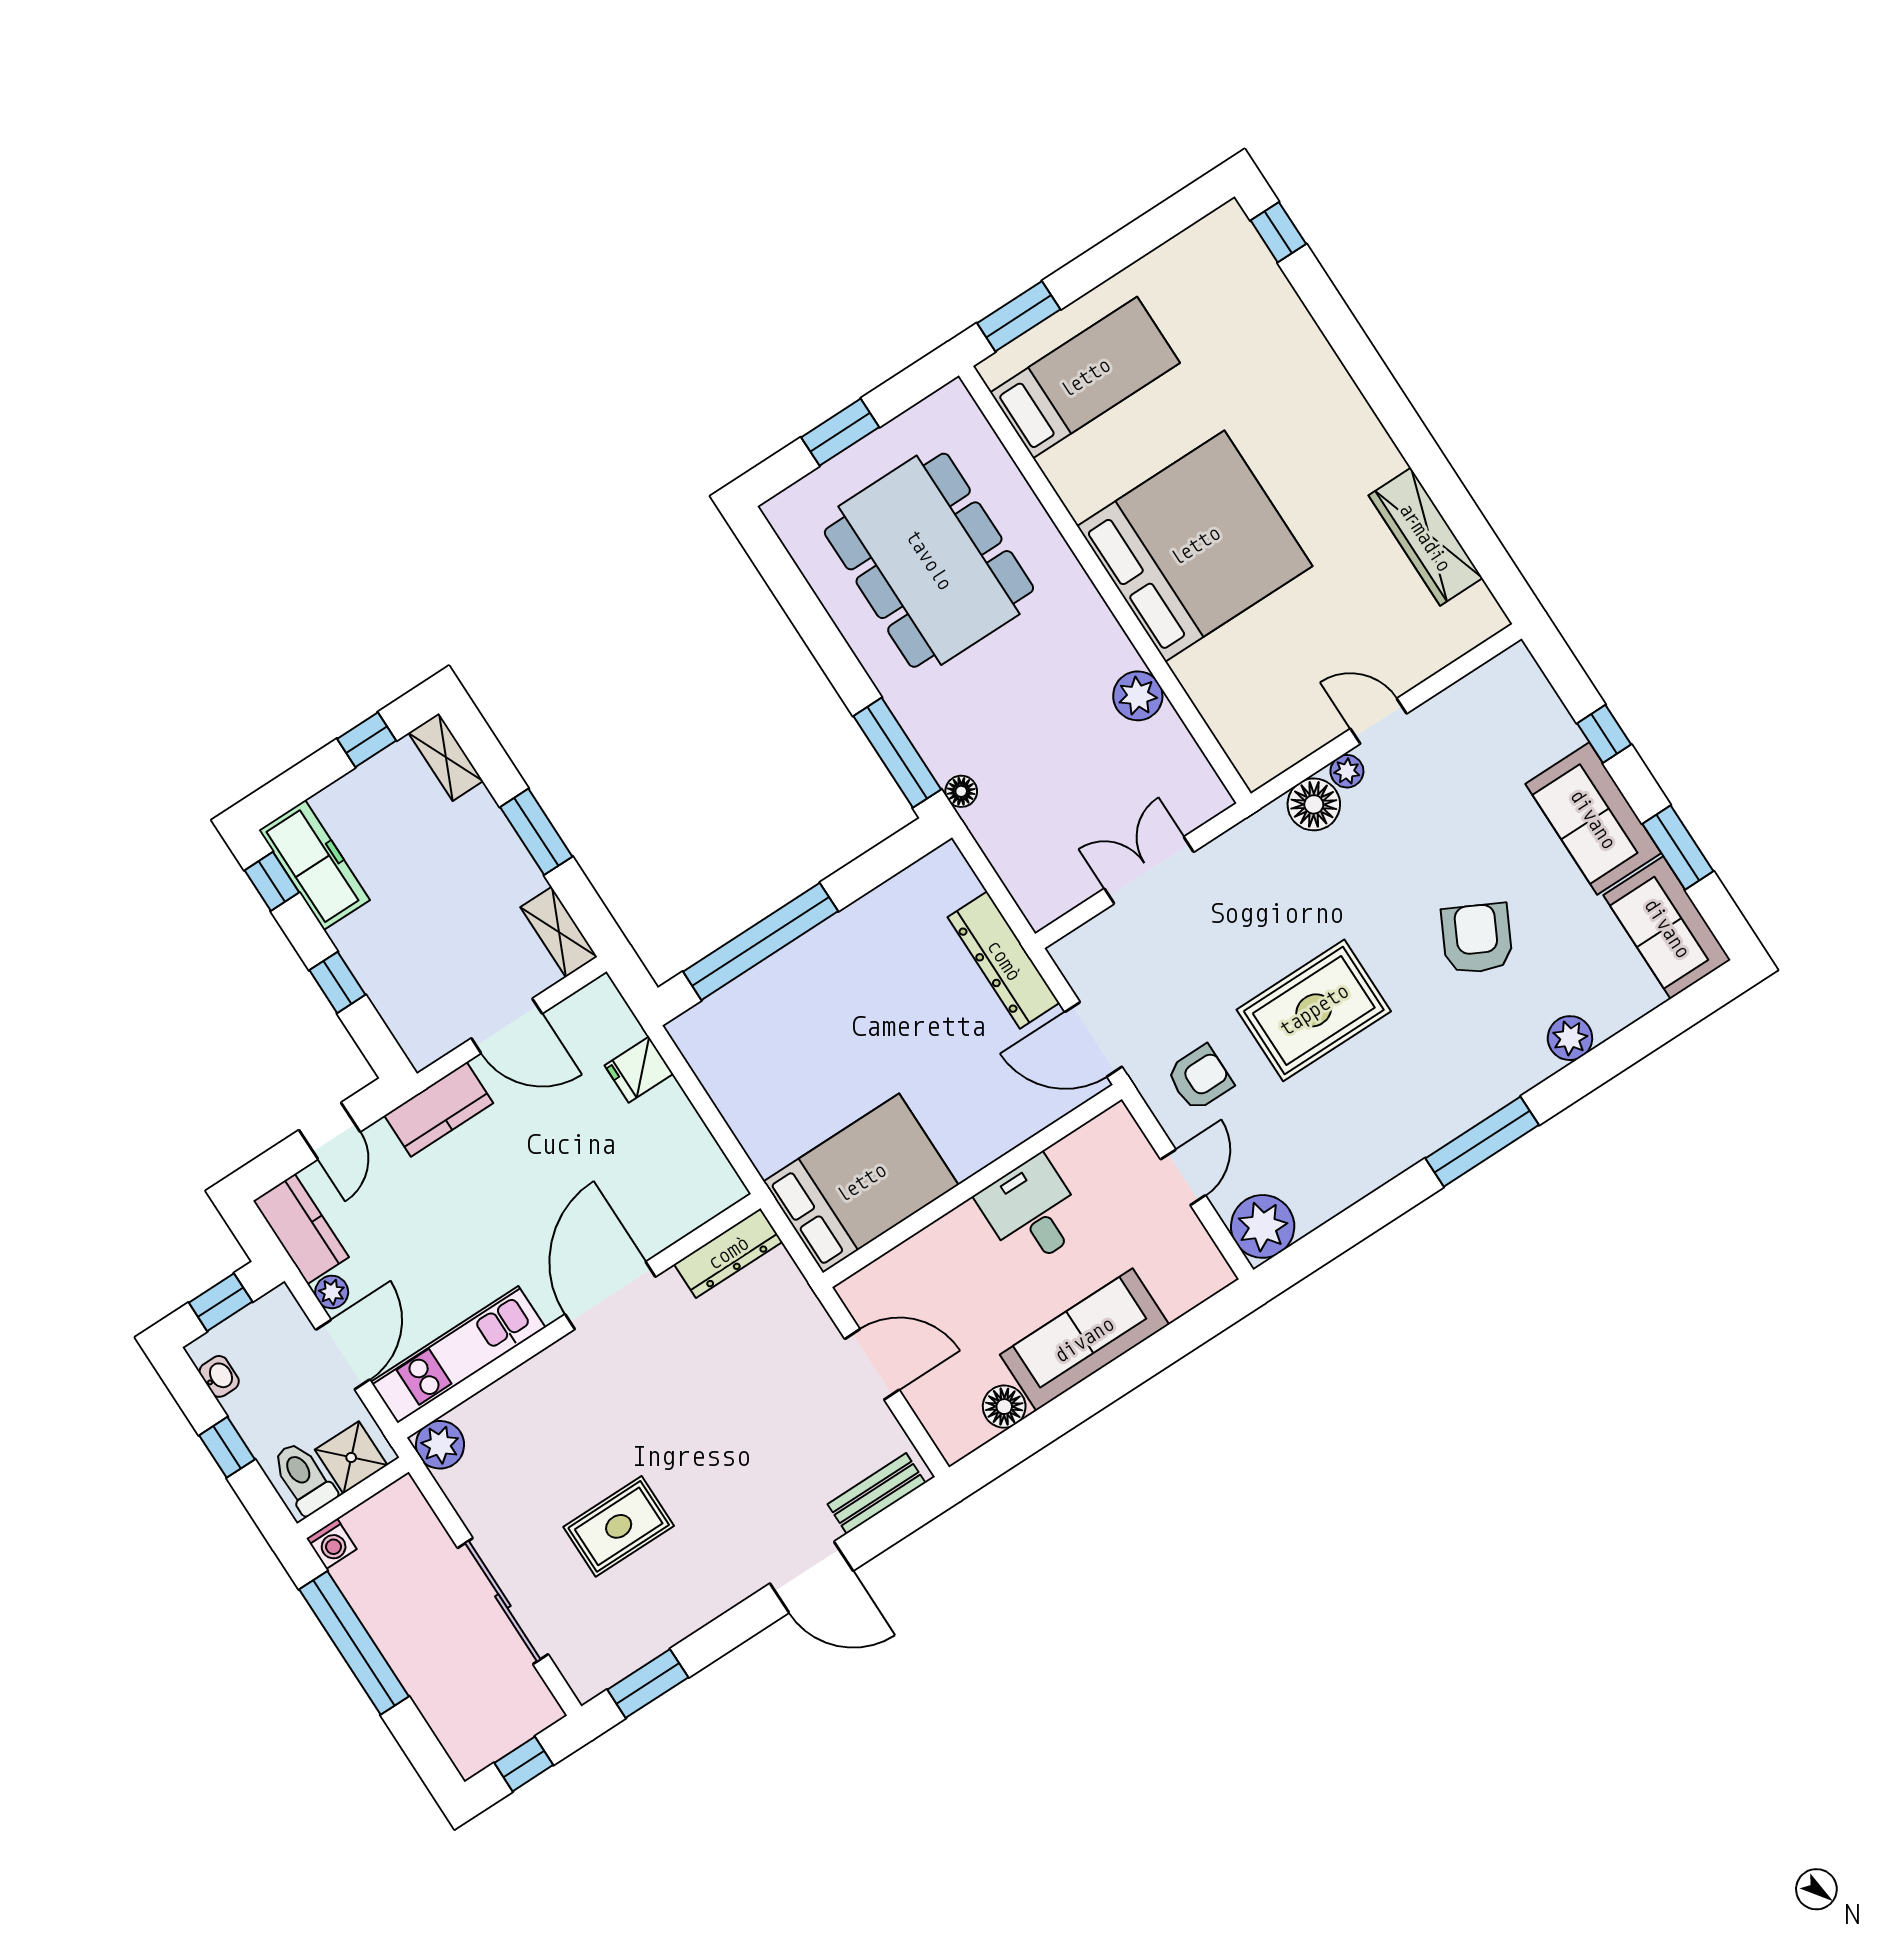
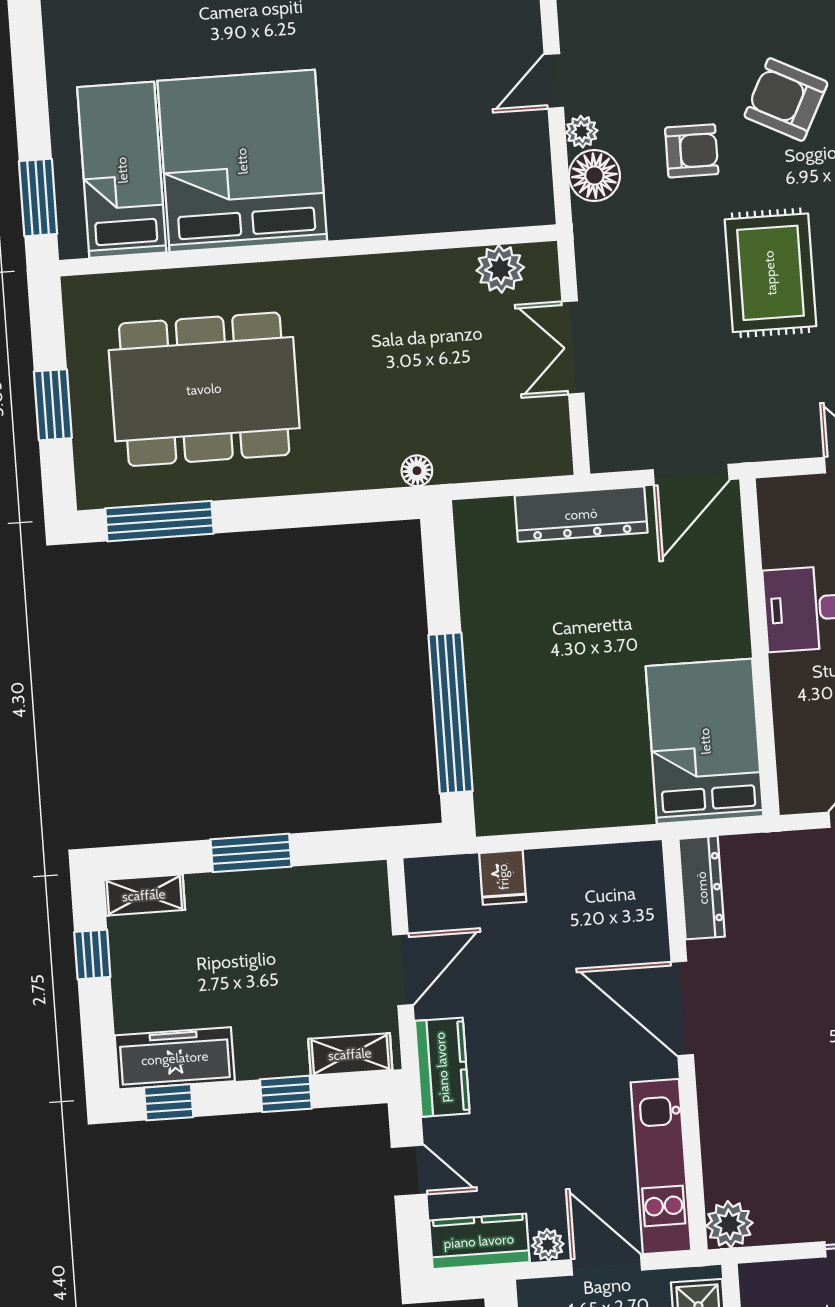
bed: (1195, 546) -> (242, 161), moved
plant: (1138, 696) -> (500, 269), moved
window: (897, 753) -> (159, 521), moved
shelving: (559, 932) -> (350, 1054), moved
armchair: (1200, 1078) -> (692, 151), moved, turned 90

